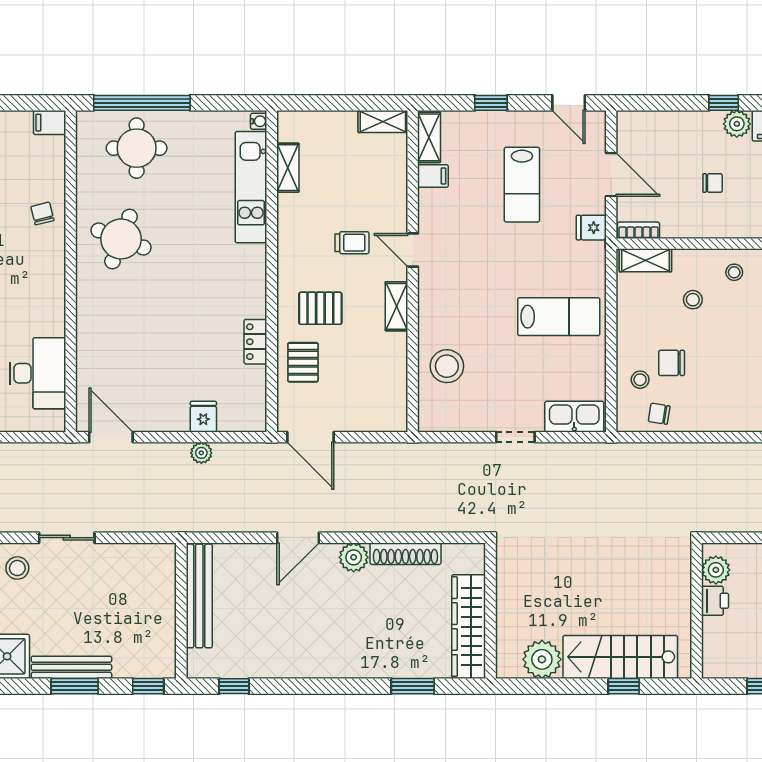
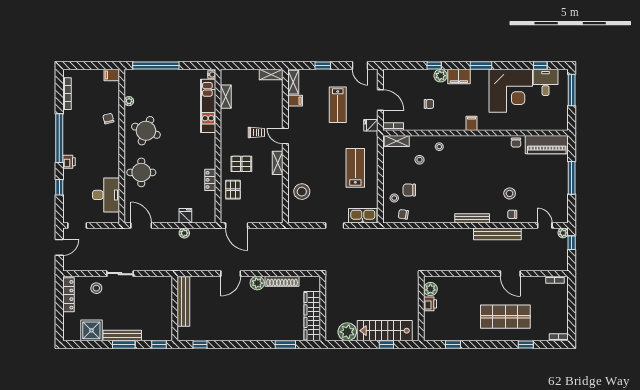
round table: (137, 148) -> (141, 172), moved
plant: (85, 177) -> (129, 101), added
lab bench: (559, 317) -> (355, 168), turned -90

